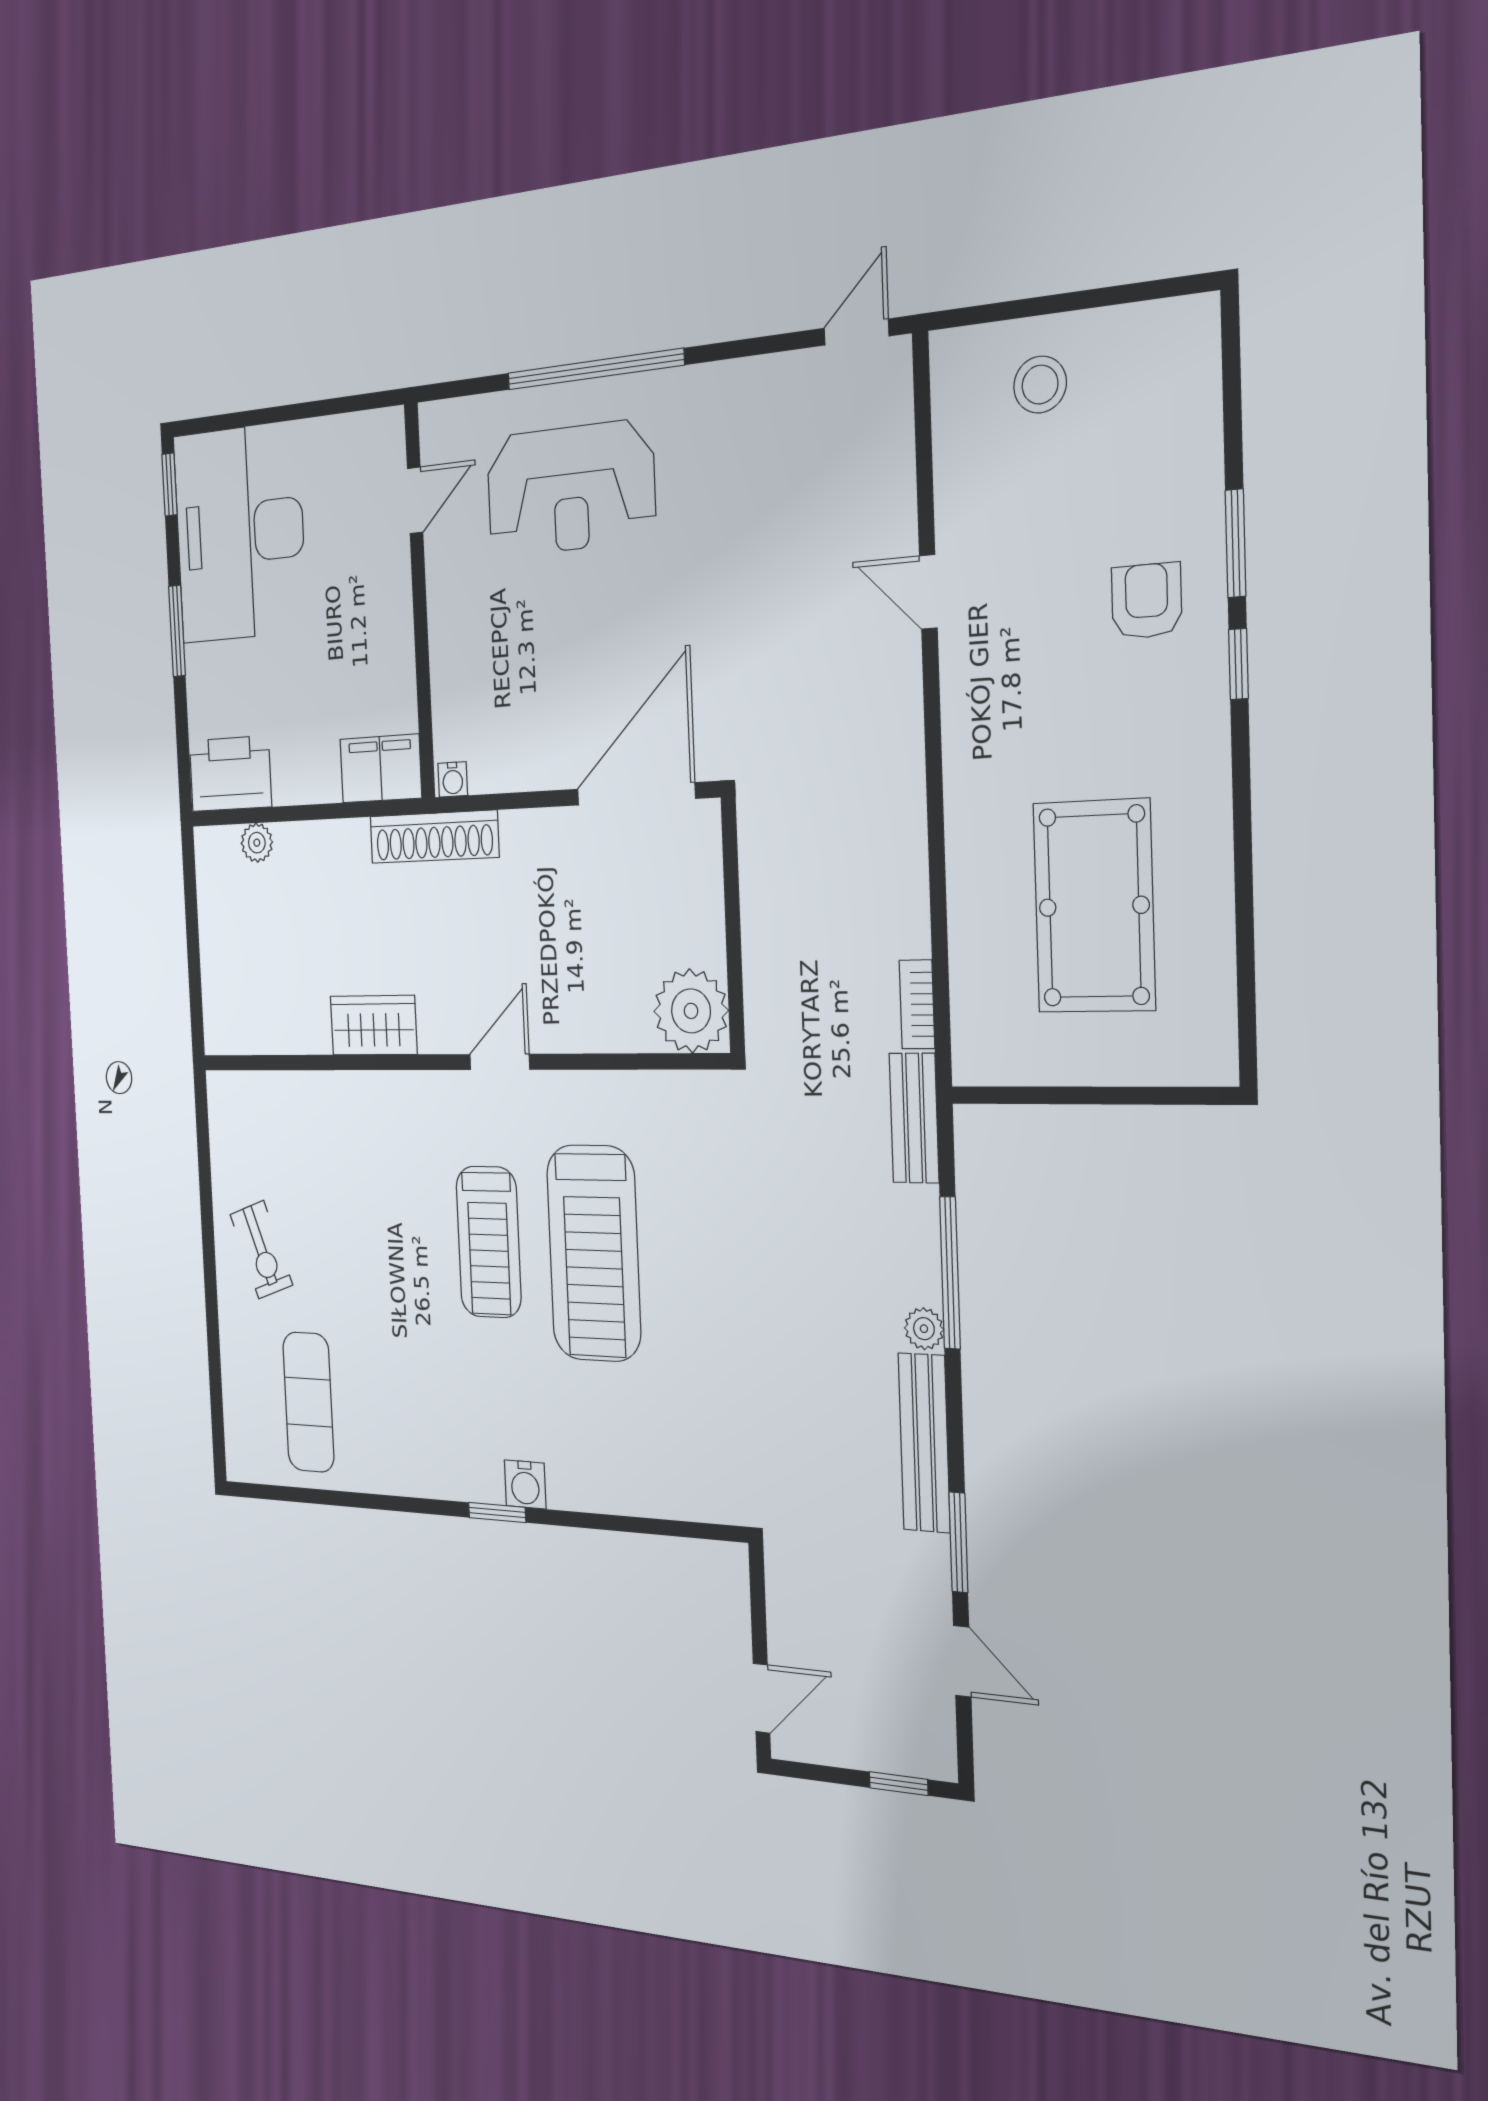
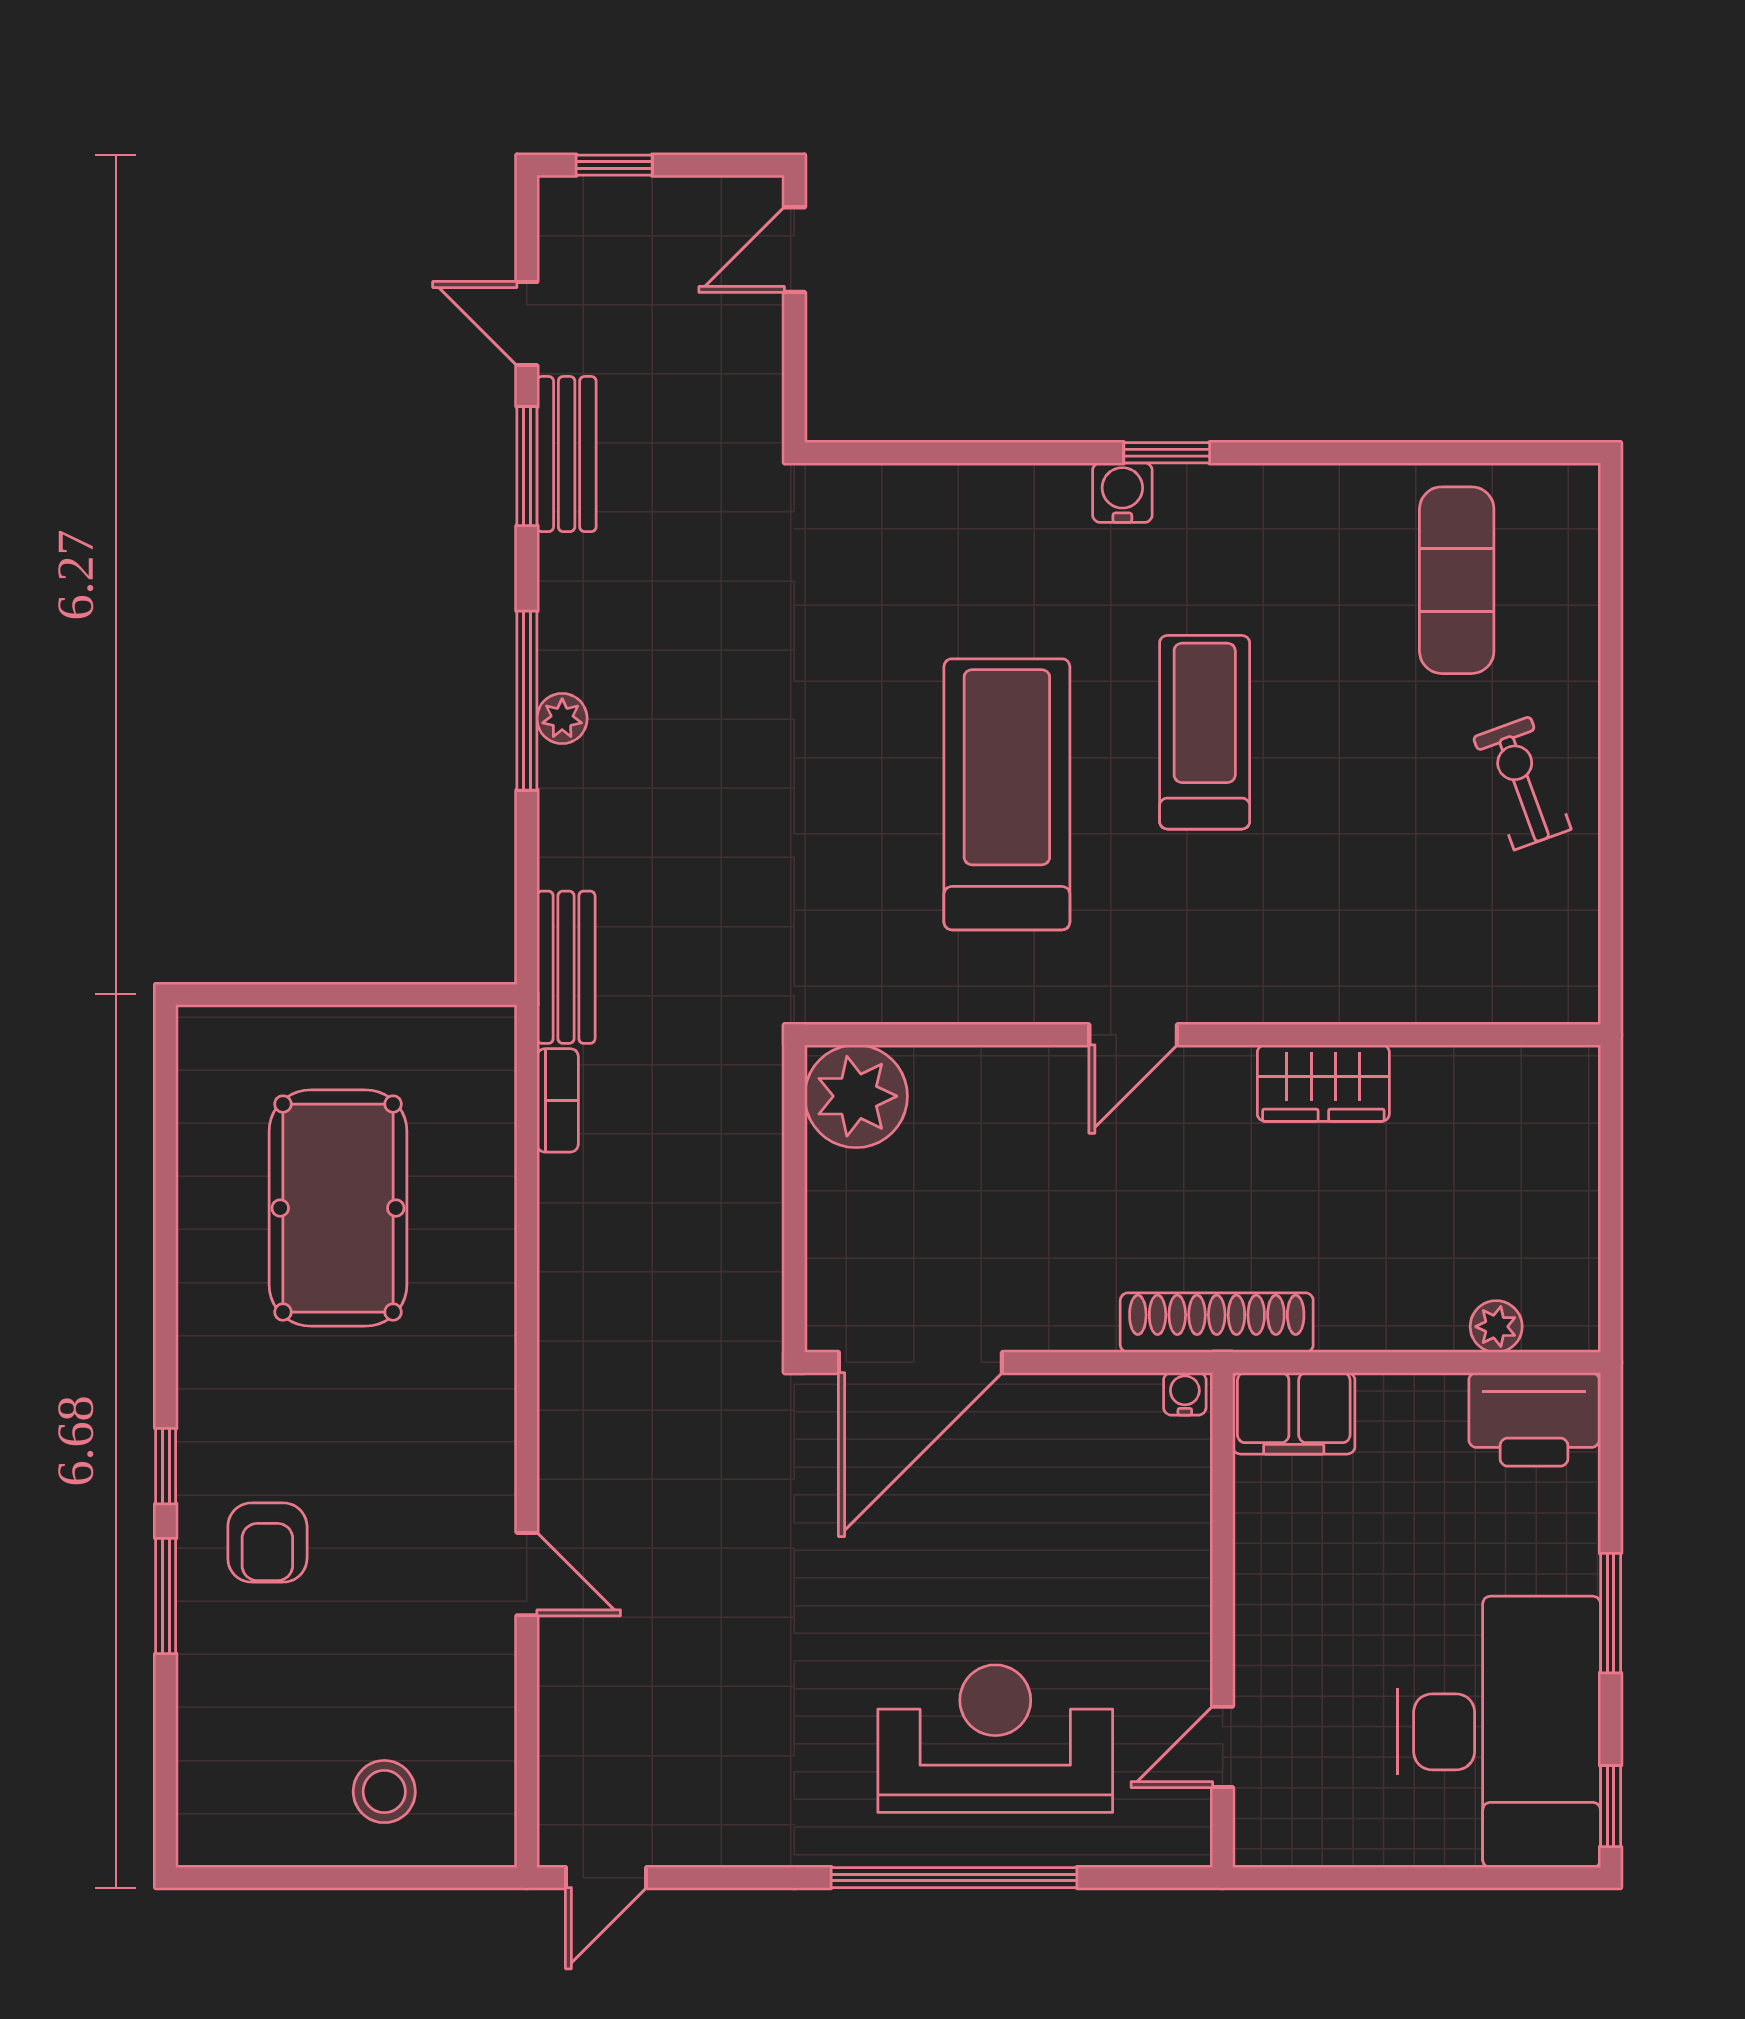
treadmill: (489, 1242) -> (1205, 732), moved
window: (950, 1273) -> (527, 701), moved
bench: (924, 1443) -> (567, 454), moved, width x0.73

